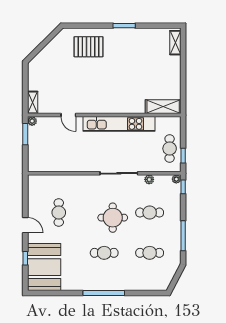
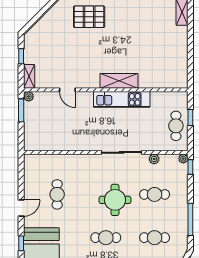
window: (25, 84) -> (21, 56), added
shelving: (163, 107) -> (119, 81), moved
kitchen unit: (119, 124) -> (122, 99), width x0.73
window: (183, 156) -> (190, 118), moved
door: (25, 225) -> (21, 208), hinge flipped

